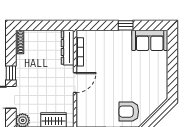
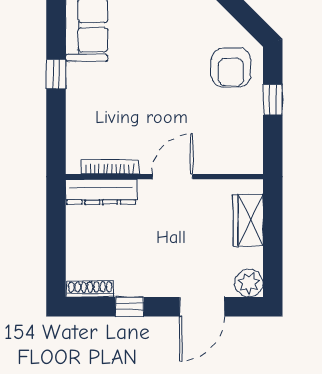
window: (11, 73) -> (130, 307), moved
door: (75, 83) -> (172, 177), hinge flipped

